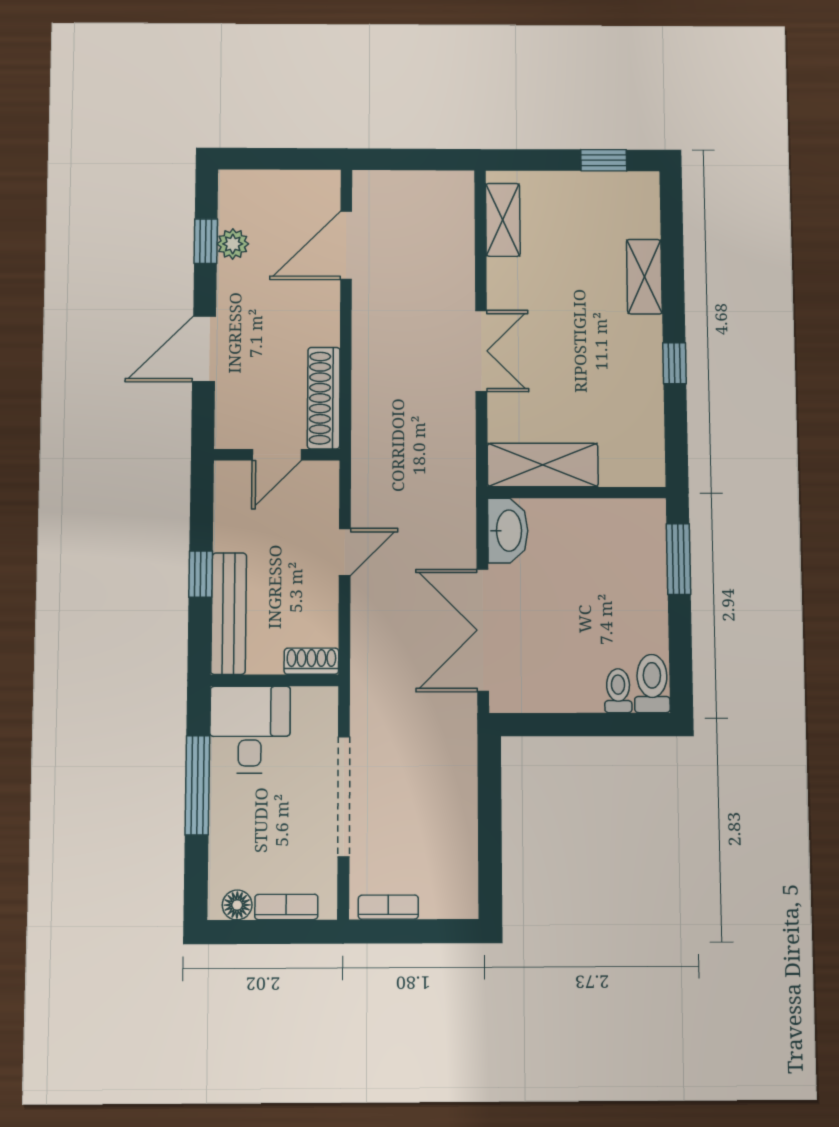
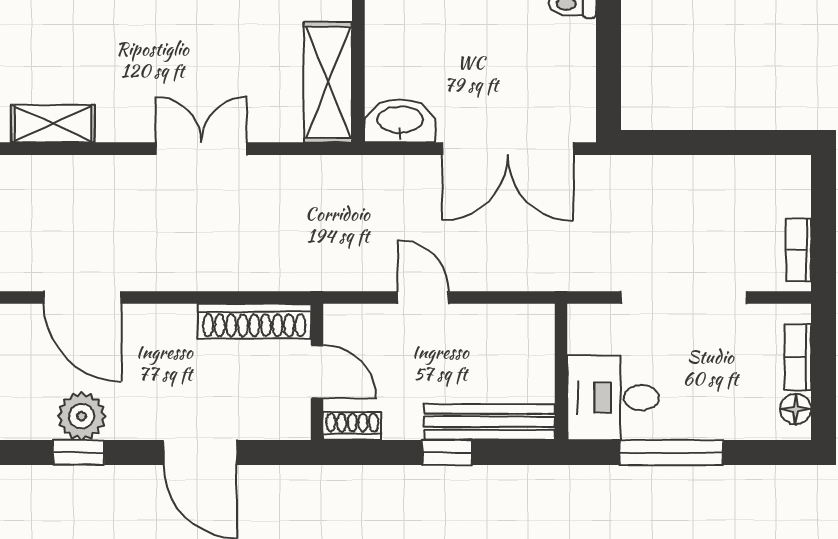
plant: (233, 244) -> (82, 416), width x1.38, depth x1.38
shoe rack: (311, 661) -> (352, 426), moved, turned 90

